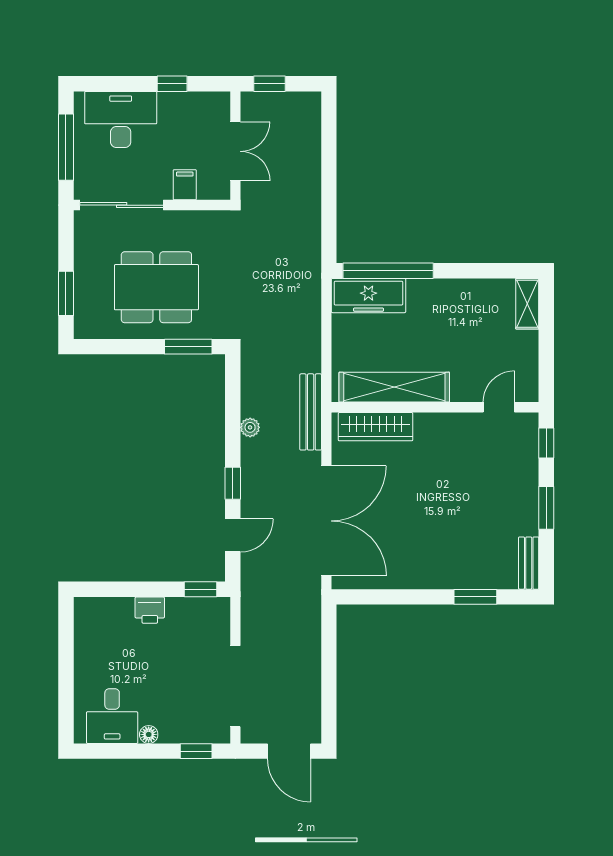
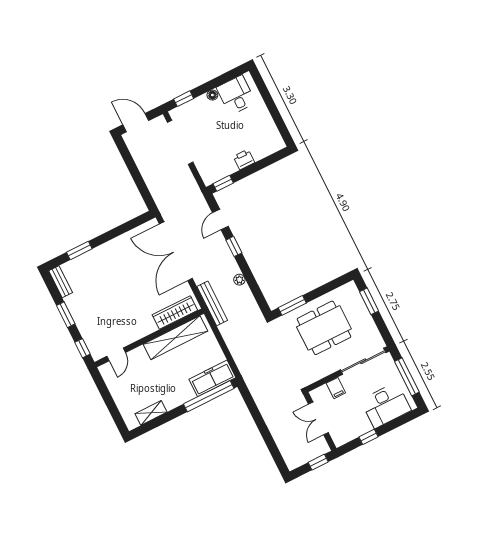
shelving: (527, 304) -> (151, 413), moved, turned 90

